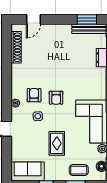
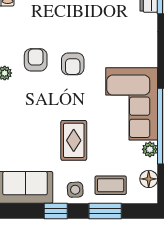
side table: (38, 116) -> (75, 190), moved

